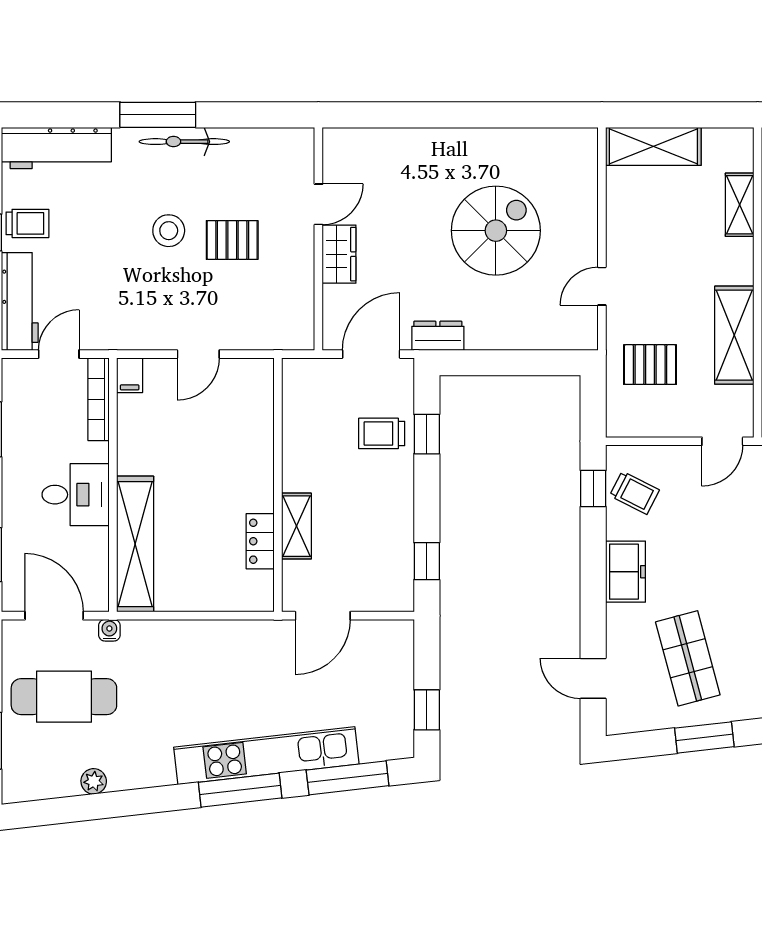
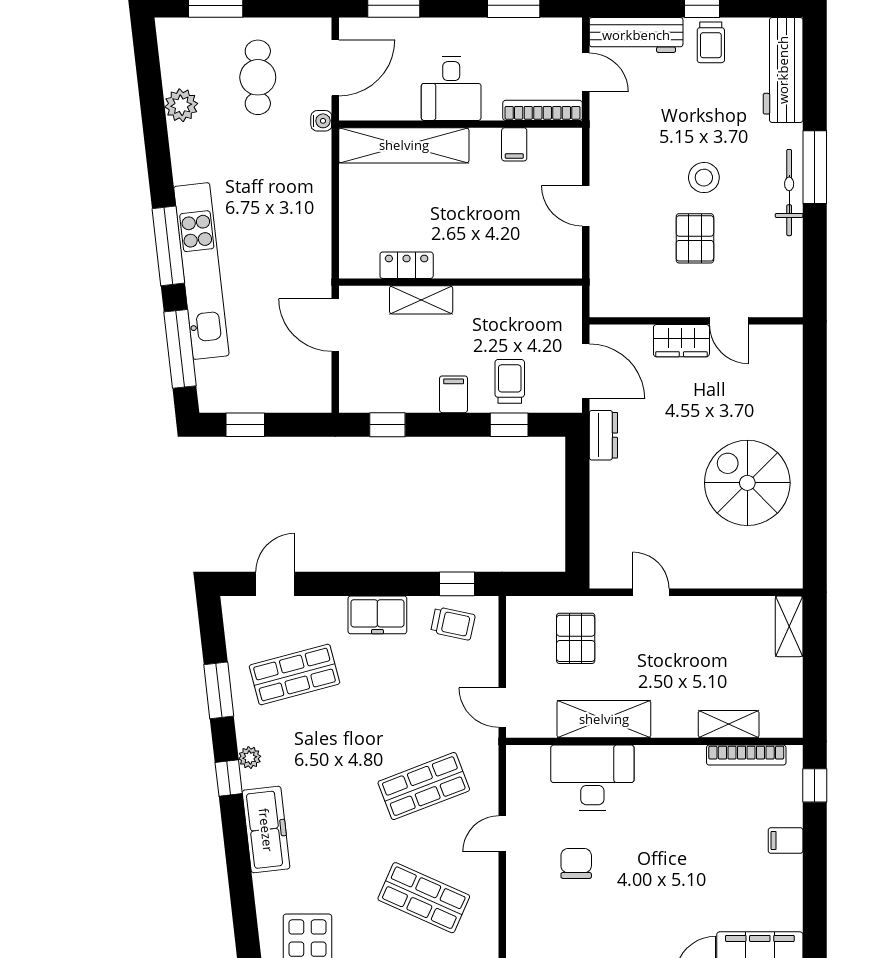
shelving: (653, 146) -> (789, 626), width x0.67, depth x0.75
spiral stairs: (496, 231) -> (747, 483), moved, turned 180
filing cabinet: (130, 375) -> (514, 144), moved, turned -90
filing cabinet: (395, 492) -> (454, 394), added
trolley: (634, 493) -> (453, 623), turned -105
cafe table: (64, 697) -> (258, 77), width x0.73, depth x0.74
plant: (94, 781) -> (181, 105), width x1.38, depth x1.38

